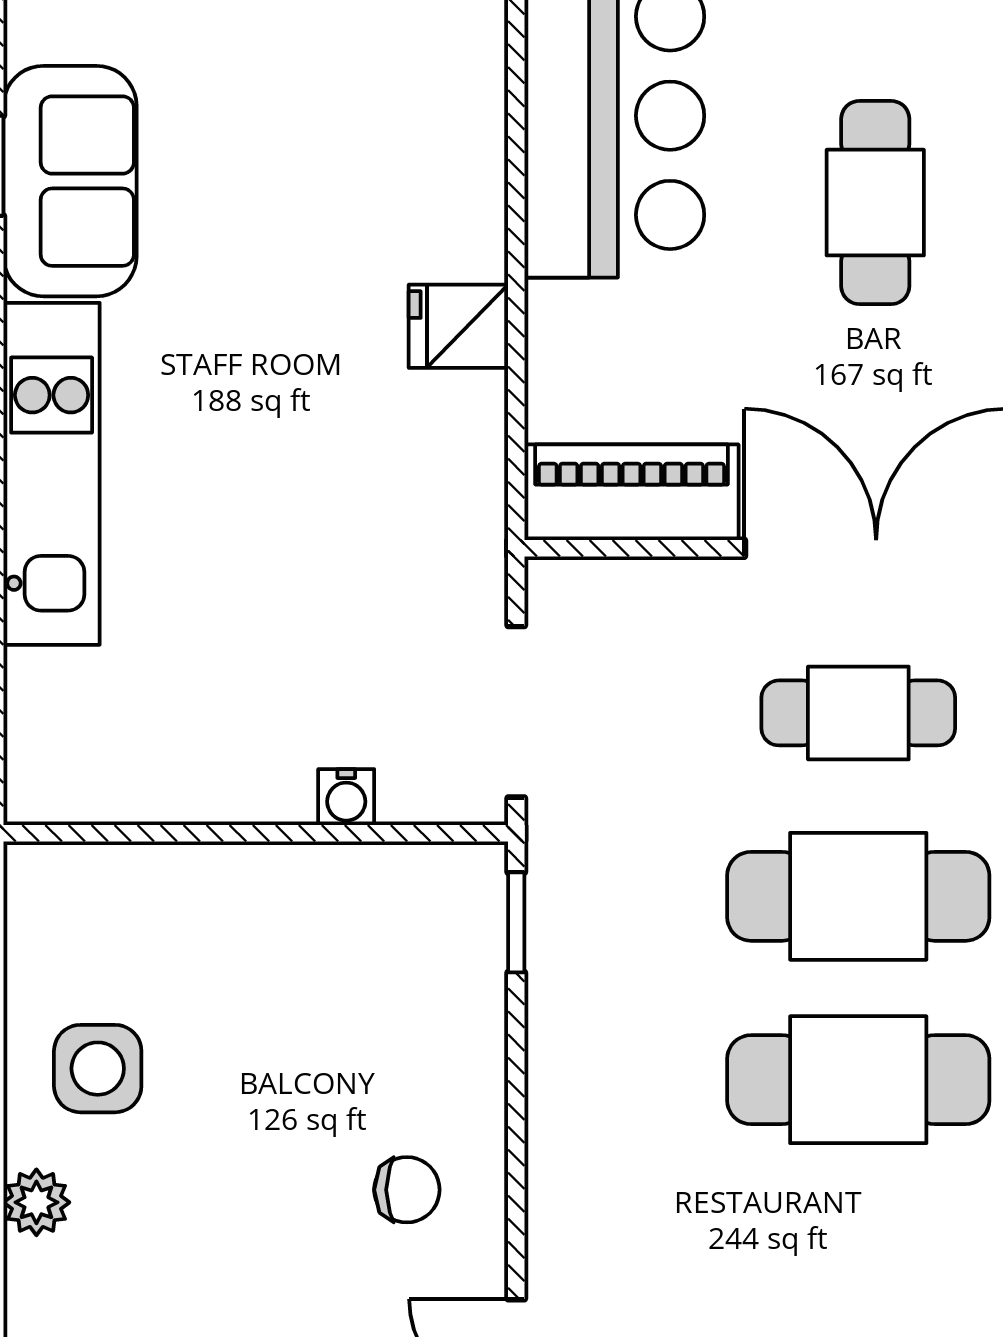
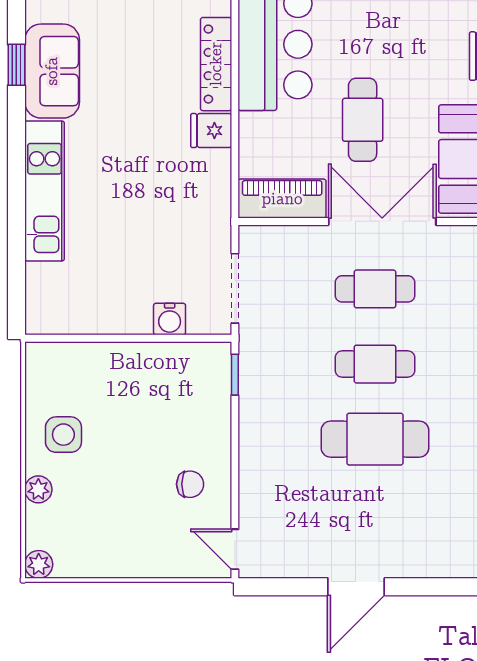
locker: (470, 164) -> (216, 64), added
cafe table: (875, 203) -> (363, 120), moved
water cooler: (346, 797) -> (170, 319), width x1.38, depth x1.38
cafe table: (858, 896) -> (375, 364), width x0.73, depth x0.74

